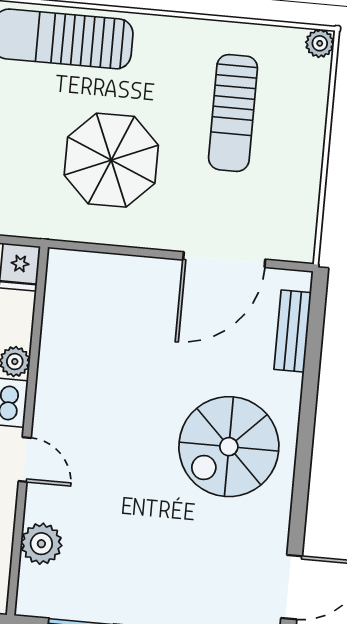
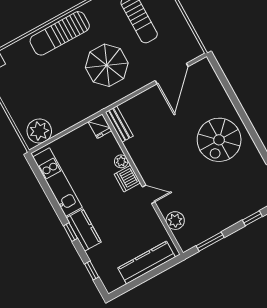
bench: (293, 331) -> (119, 124), moved

